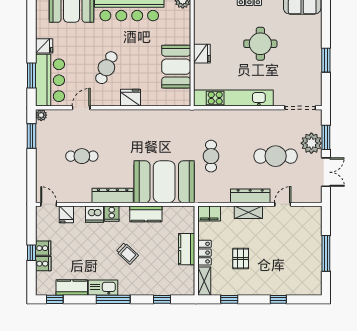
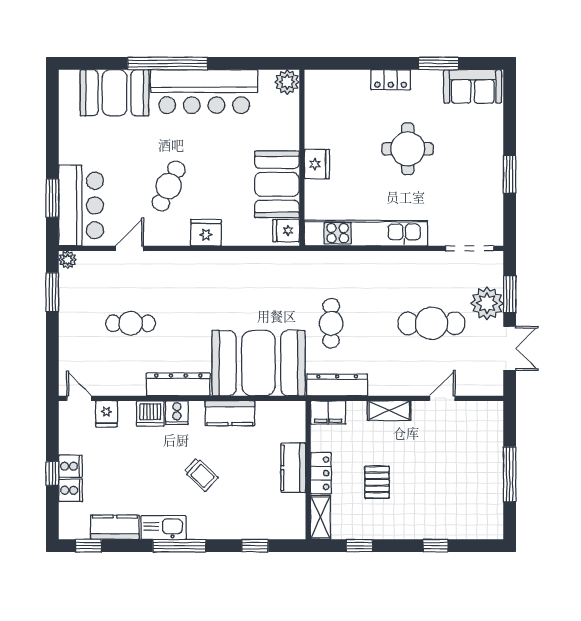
fridge: (44, 46) -> (286, 230), moved, turned 180
dresser: (250, 196) -> (337, 385), moved

